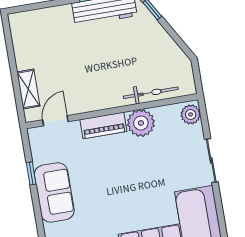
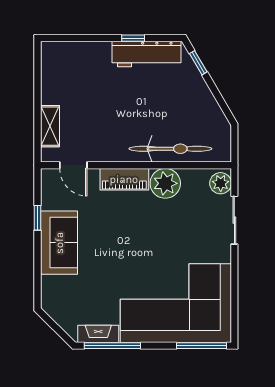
bicycle: (151, 93) -> (170, 149), width x1.37, depth x1.40
door: (55, 121) -> (73, 165), swing flipped
sliding door: (211, 161) -> (234, 220), moved

